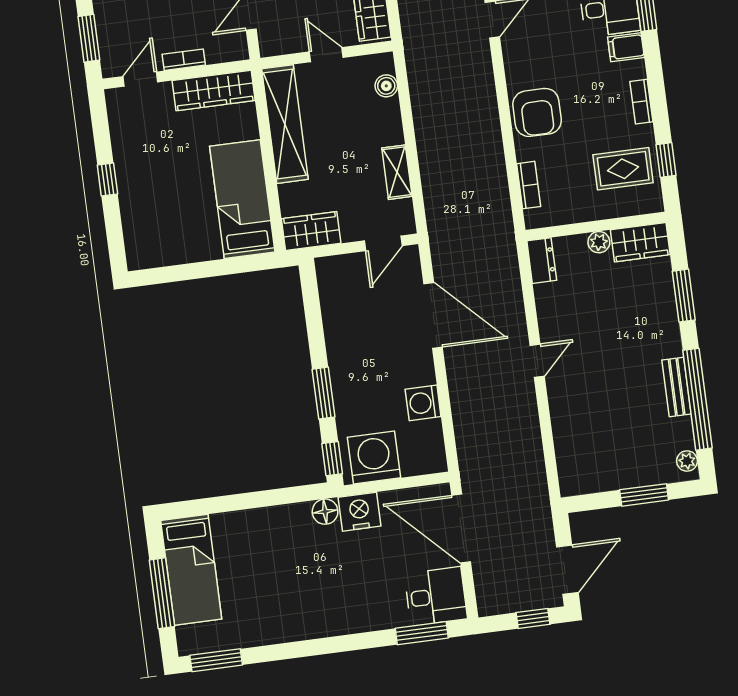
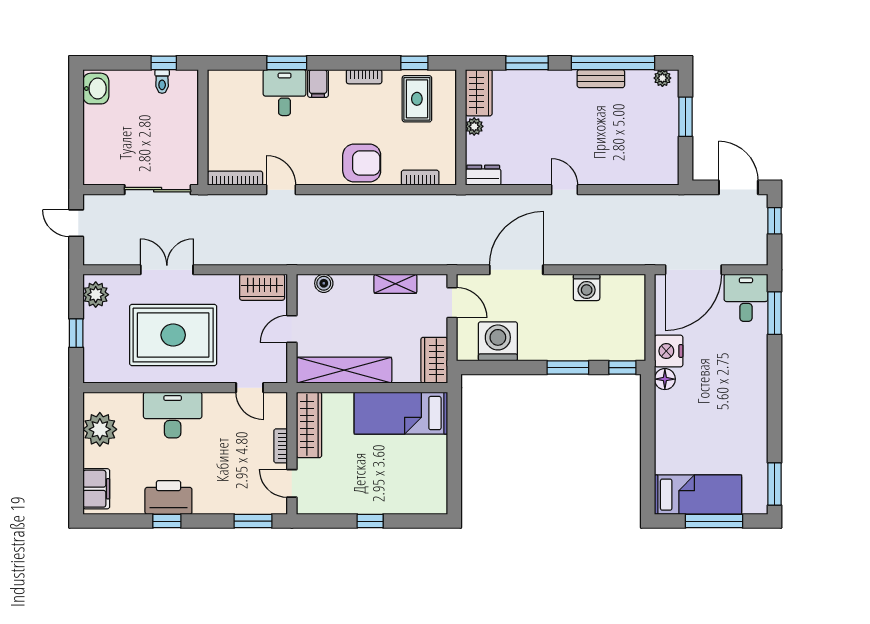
washing machine: (374, 457) -> (498, 341), moved, turned 90

